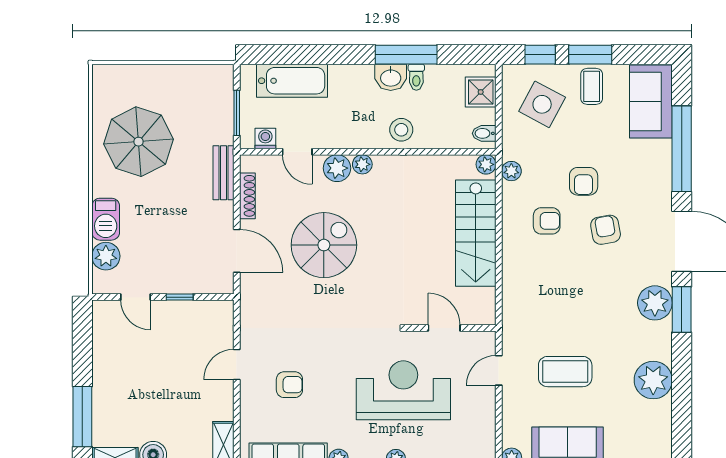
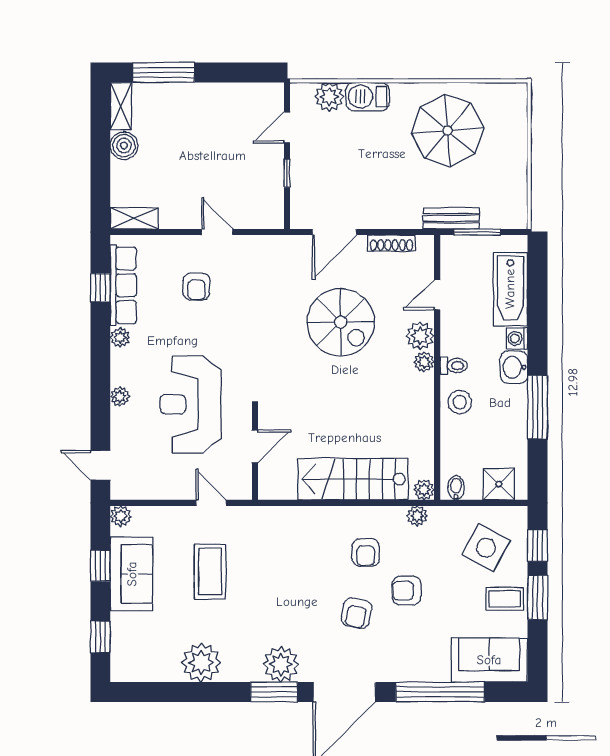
washbasin: (391, 77) -> (514, 367), moved
toilet: (416, 77) -> (454, 365), moved, turned 180
washing machine: (265, 139) -> (517, 338), moved, turned 180
bench: (223, 173) -> (451, 218), moved
armchair: (606, 230) -> (356, 613), turned 112
reception desk: (403, 390) -> (191, 404), turned 180

